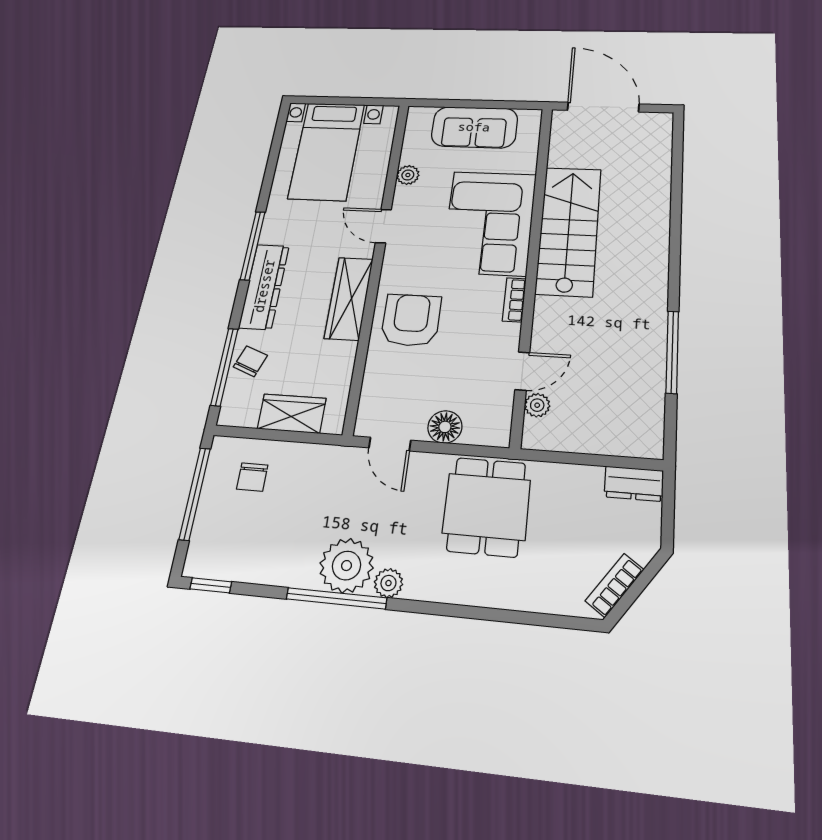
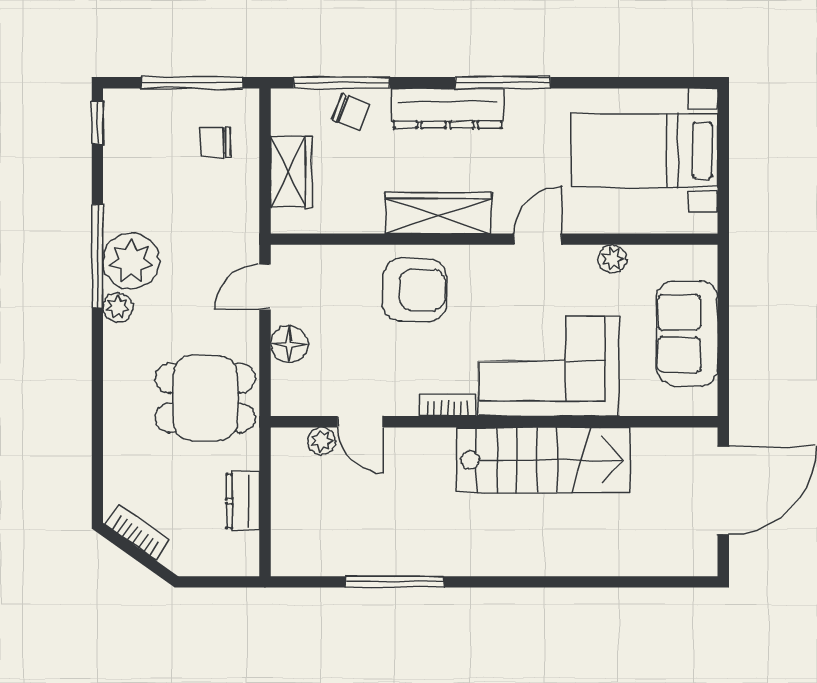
dresser: (634, 484) -> (243, 501), moved

